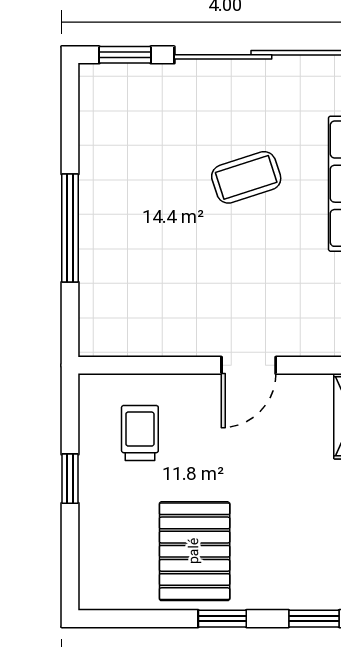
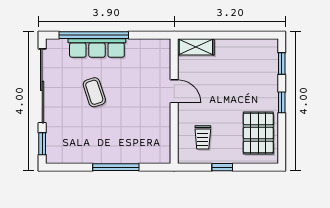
trolley: (140, 433) -> (203, 137), turned -90
pallet: (195, 551) -> (258, 133), moved, turned 90

